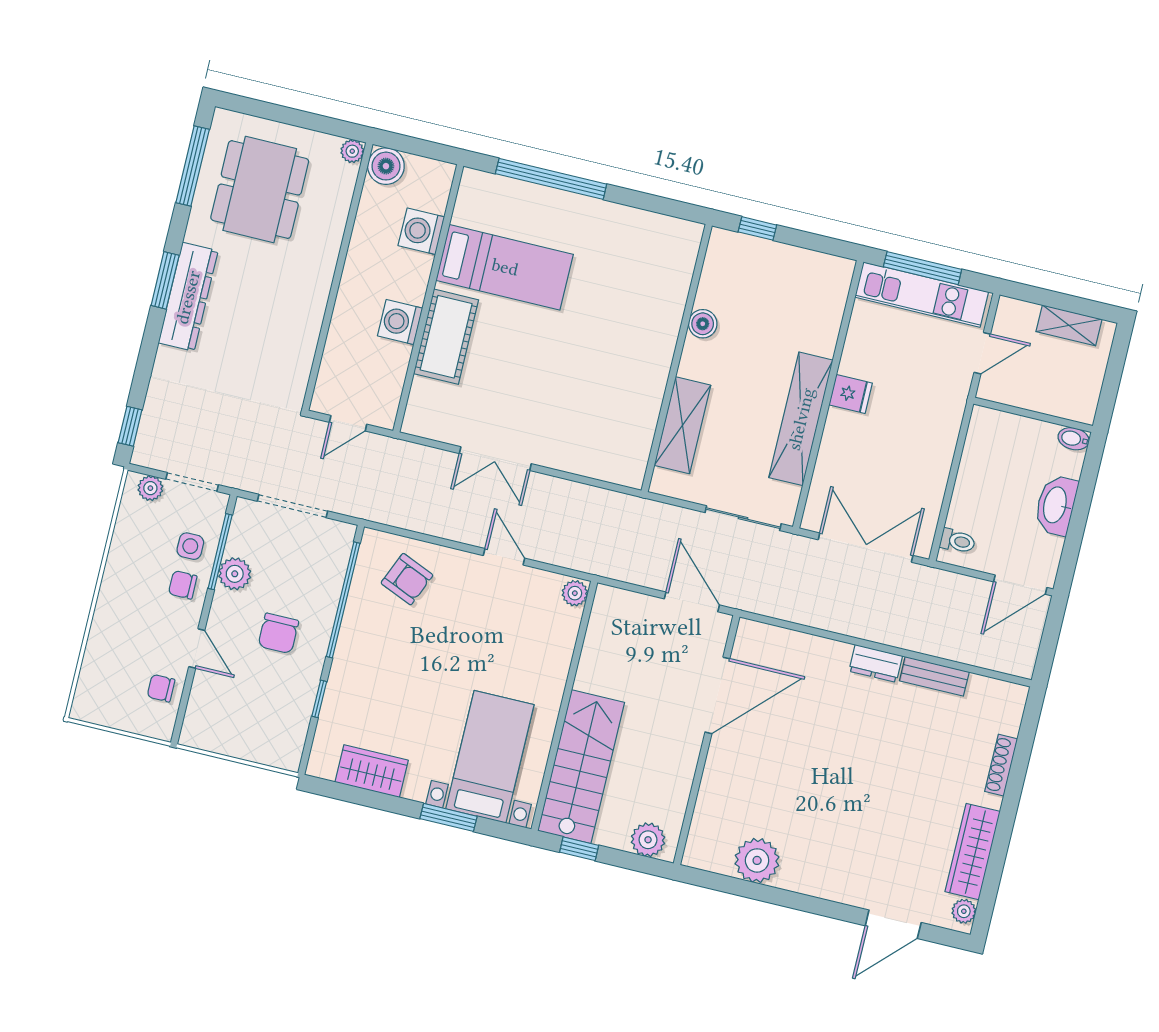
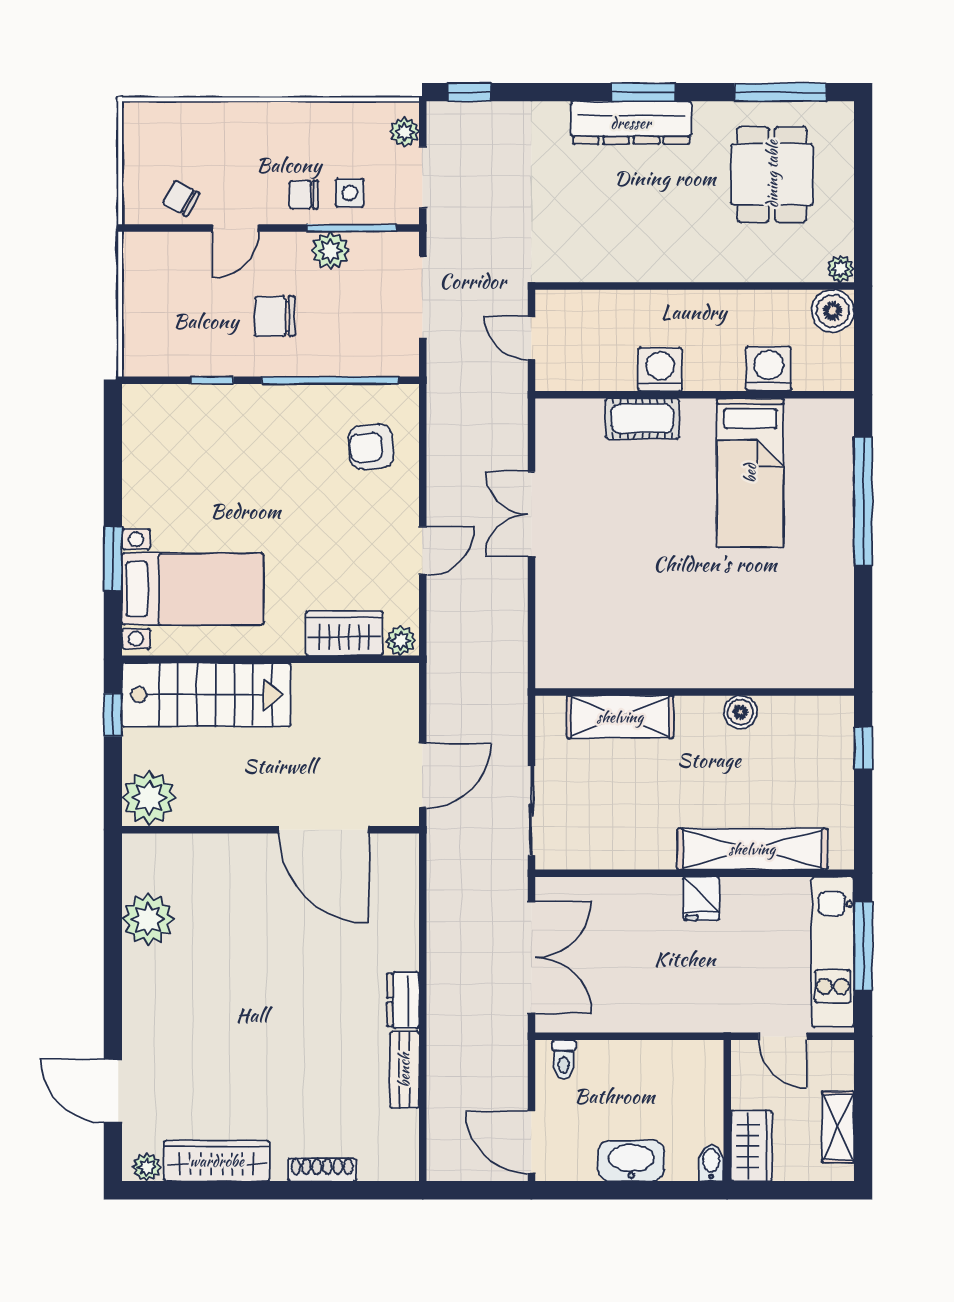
dining table: (260, 190) -> (772, 174), width x0.73
cot: (446, 337) -> (642, 418), width x0.73, depth x0.75
wardrobe: (1067, 402) -> (751, 1146), added
shelving: (801, 419) -> (752, 849), moved
armchair: (407, 579) -> (371, 447), turned 62
chair: (183, 585) -> (304, 195), turned -90
chair: (161, 688) -> (181, 198), turned -61
wardrobe: (372, 771) -> (344, 633), moved, turned -90
plant: (648, 840) -> (149, 798), width x1.36, depth x1.36

